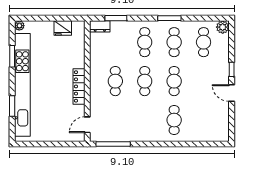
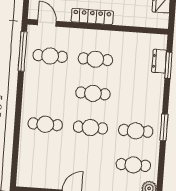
dresser: (100, 26) -> (159, 61), moved
cafe table: (145, 42) -> (50, 56), moved

